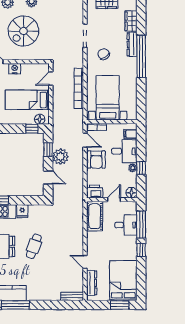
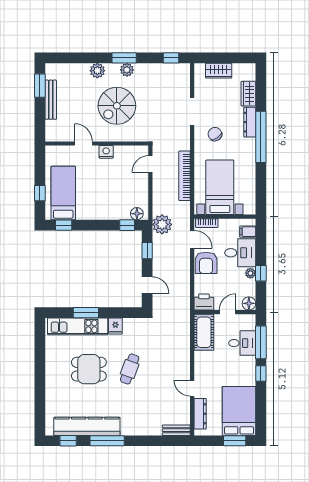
bed: (27, 100) -> (122, 190), removed
plant: (60, 157) -> (162, 224), moved

